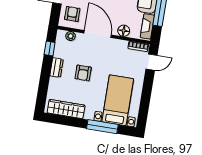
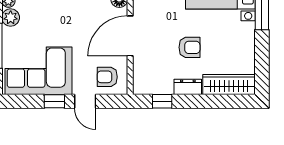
plant: (71, 36) -> (139, 74), removed
wardrobe: (66, 109) -> (229, 84), moved, turned 90

